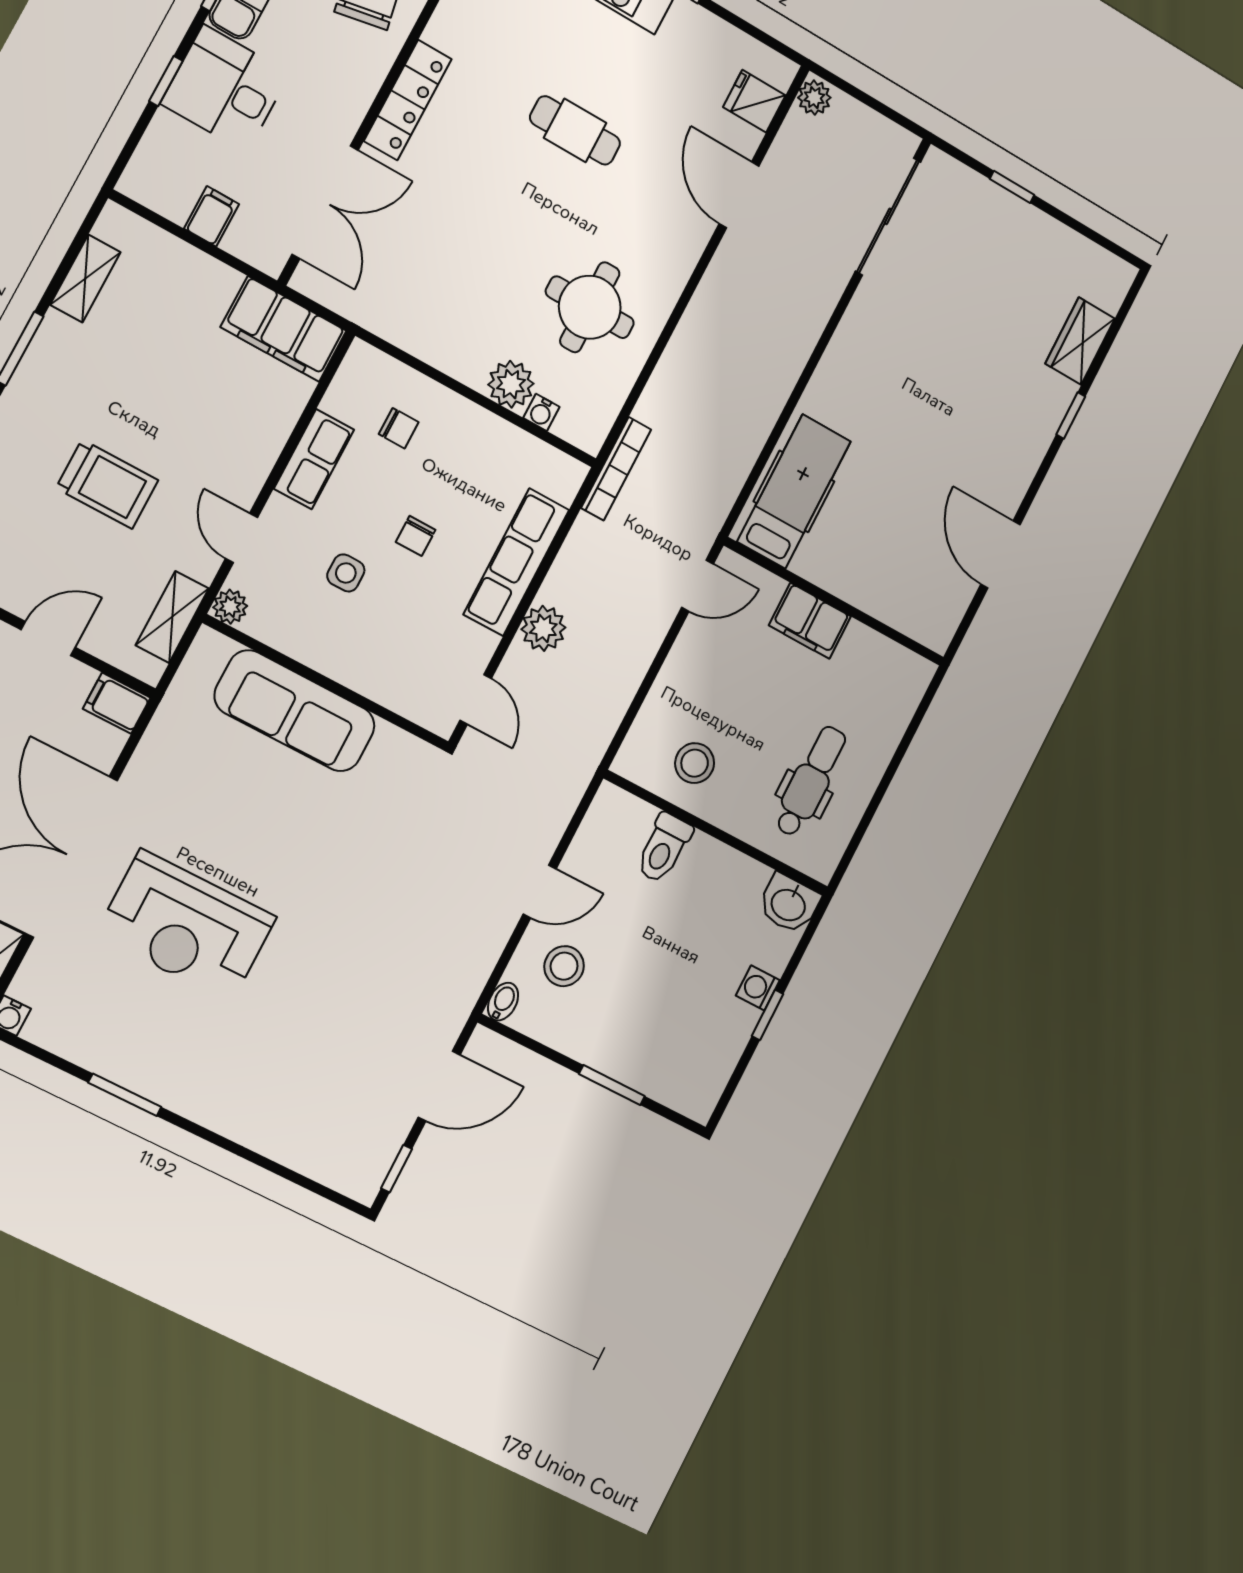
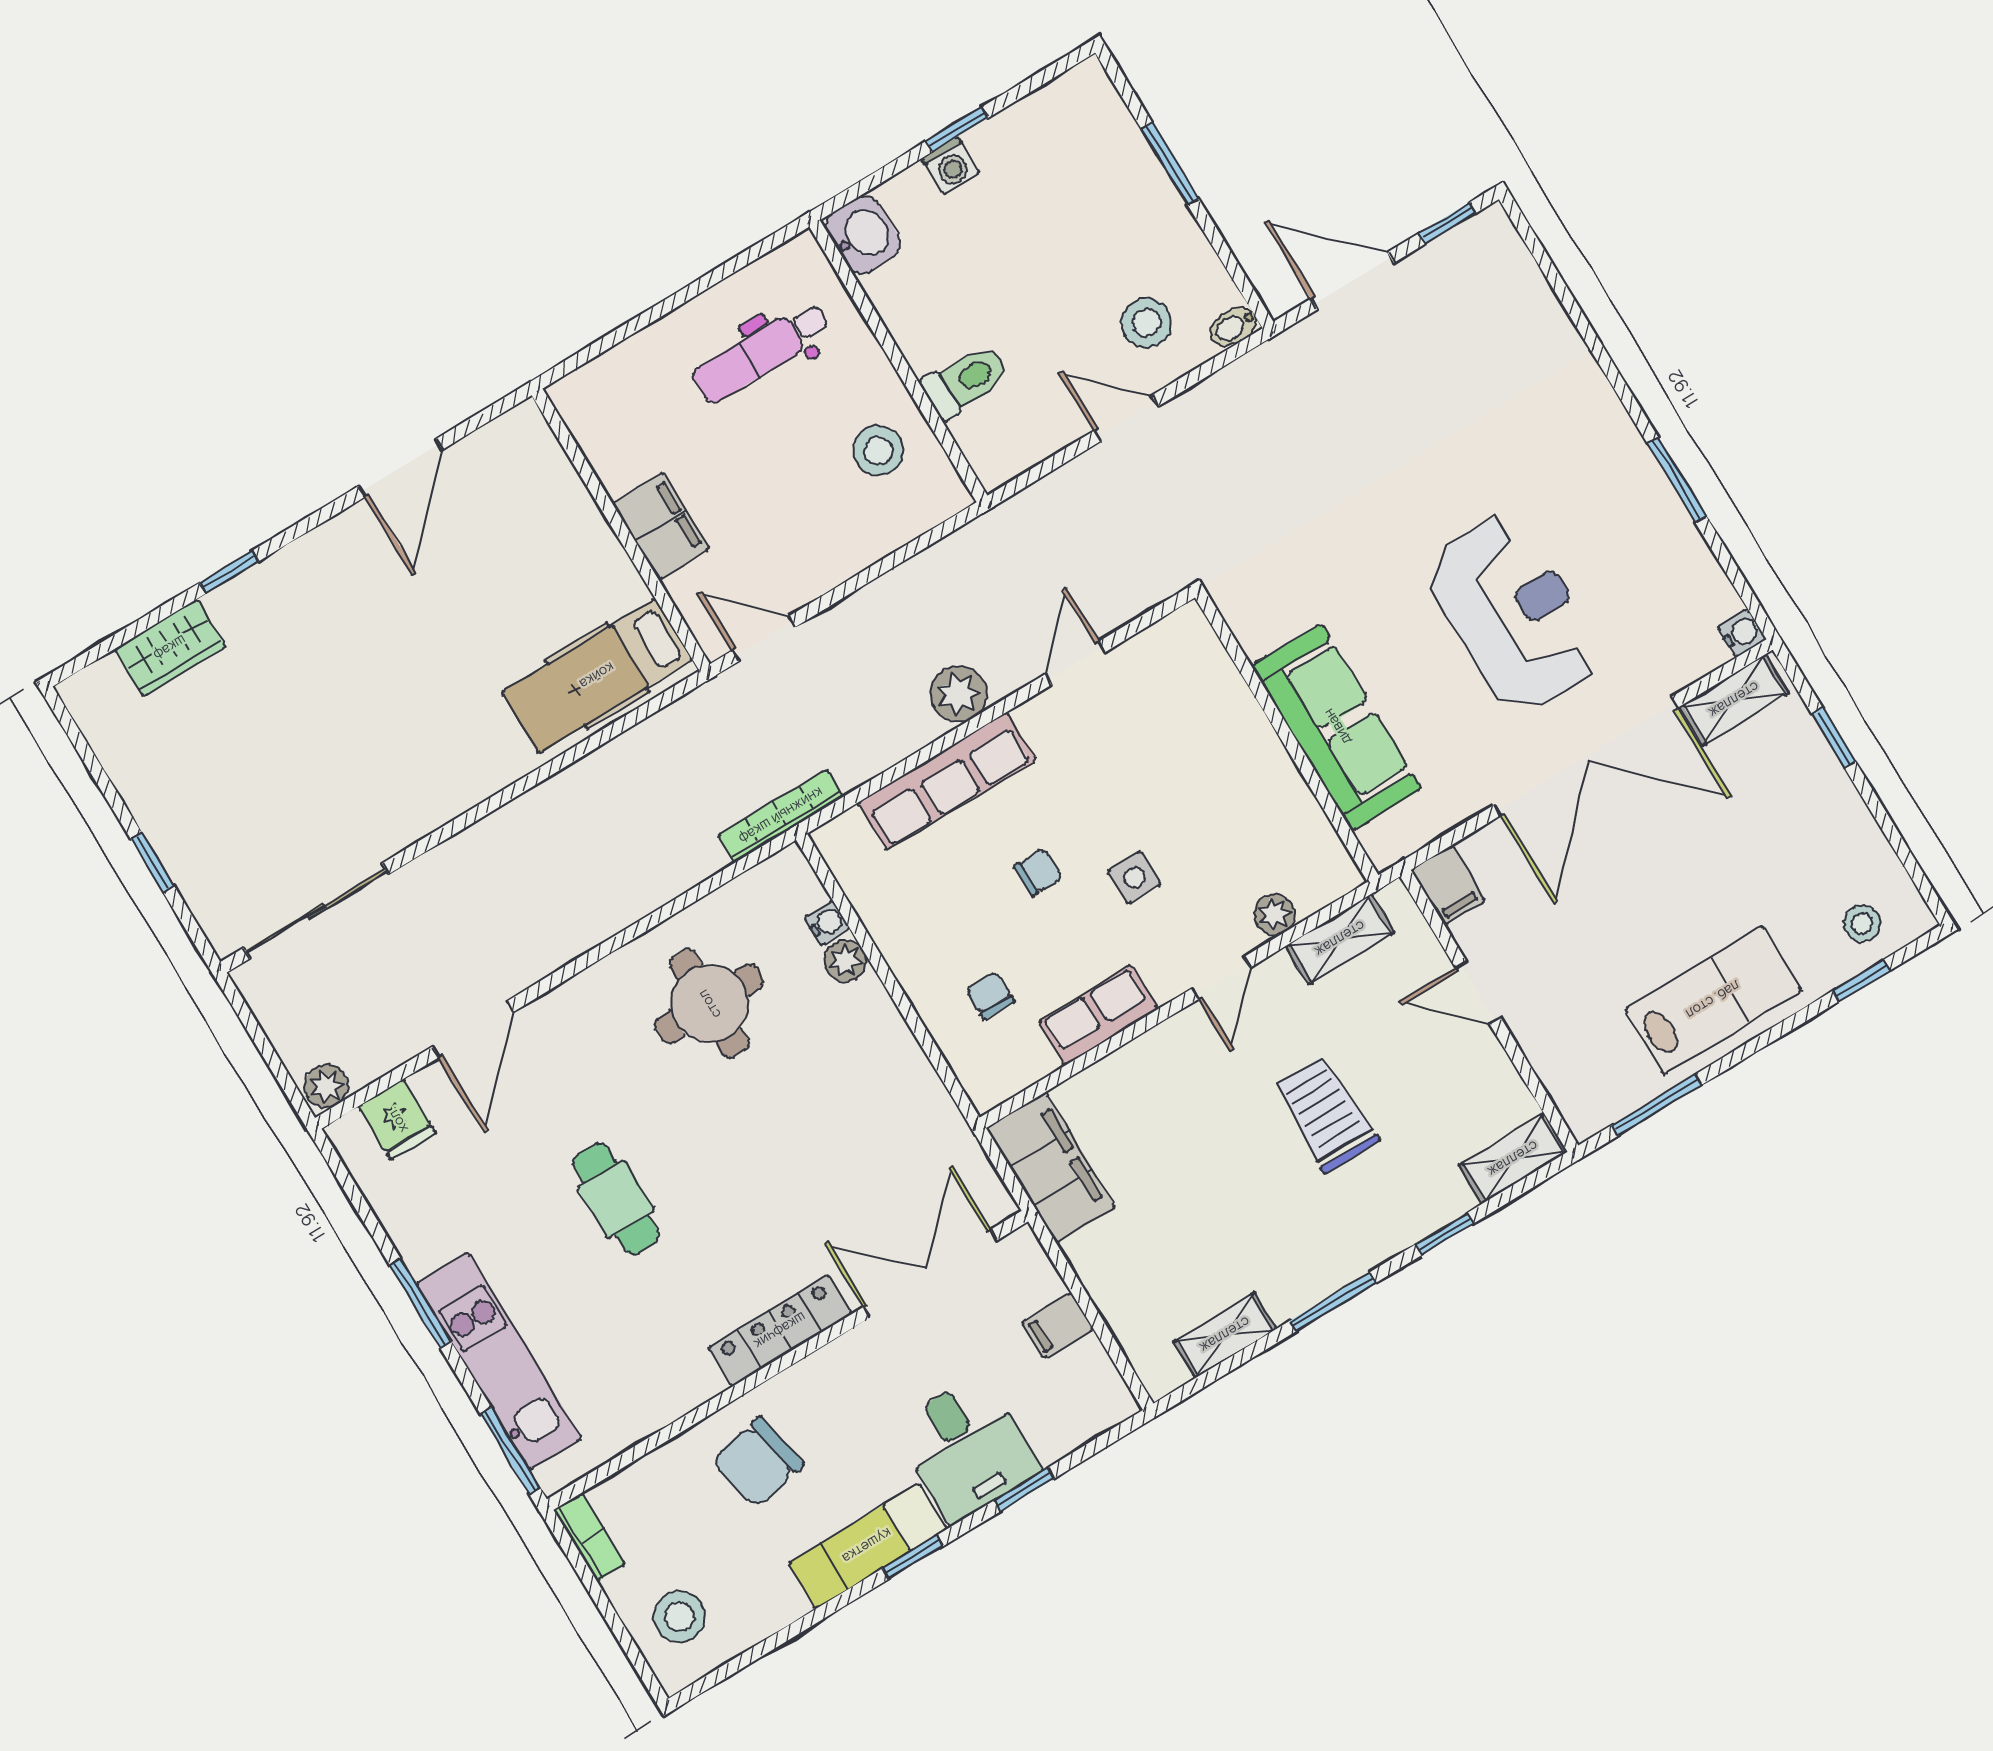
plant: (511, 384) -> (845, 961), width x0.73, depth x0.73
wall: (326, 683) -> (1287, 736), moved
sofa: (295, 711) -> (1337, 727), moved

